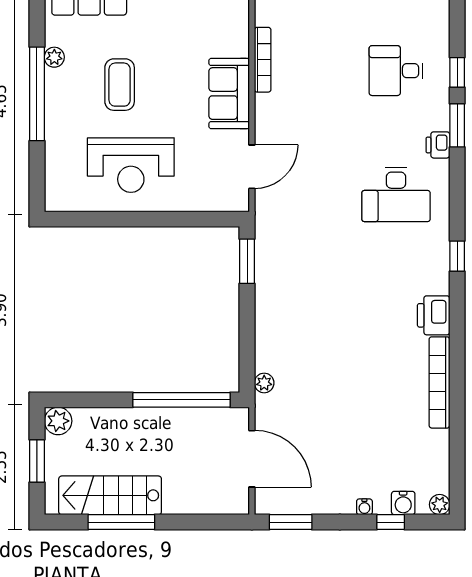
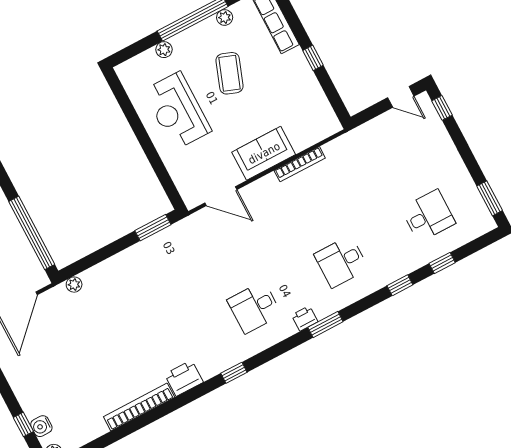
desk: (396, 71) -> (341, 262), turned -90
window: (457, 72) -> (400, 285), moved
coffee table: (120, 85) -> (229, 73), turned -70
plant: (54, 144) -> (164, 50), added
desk: (396, 195) -> (254, 307), width x0.73
water cooler: (364, 507) -> (24, 400), removed

